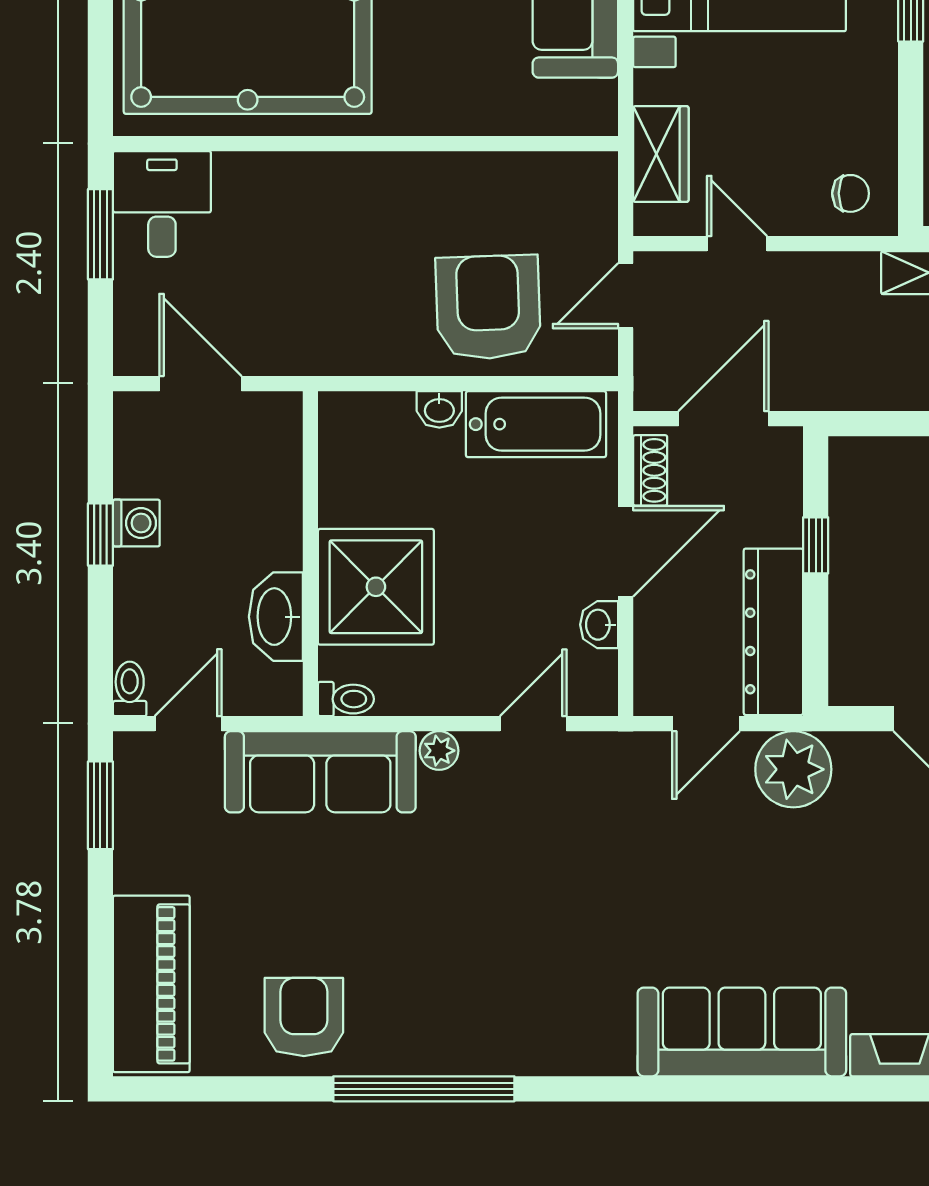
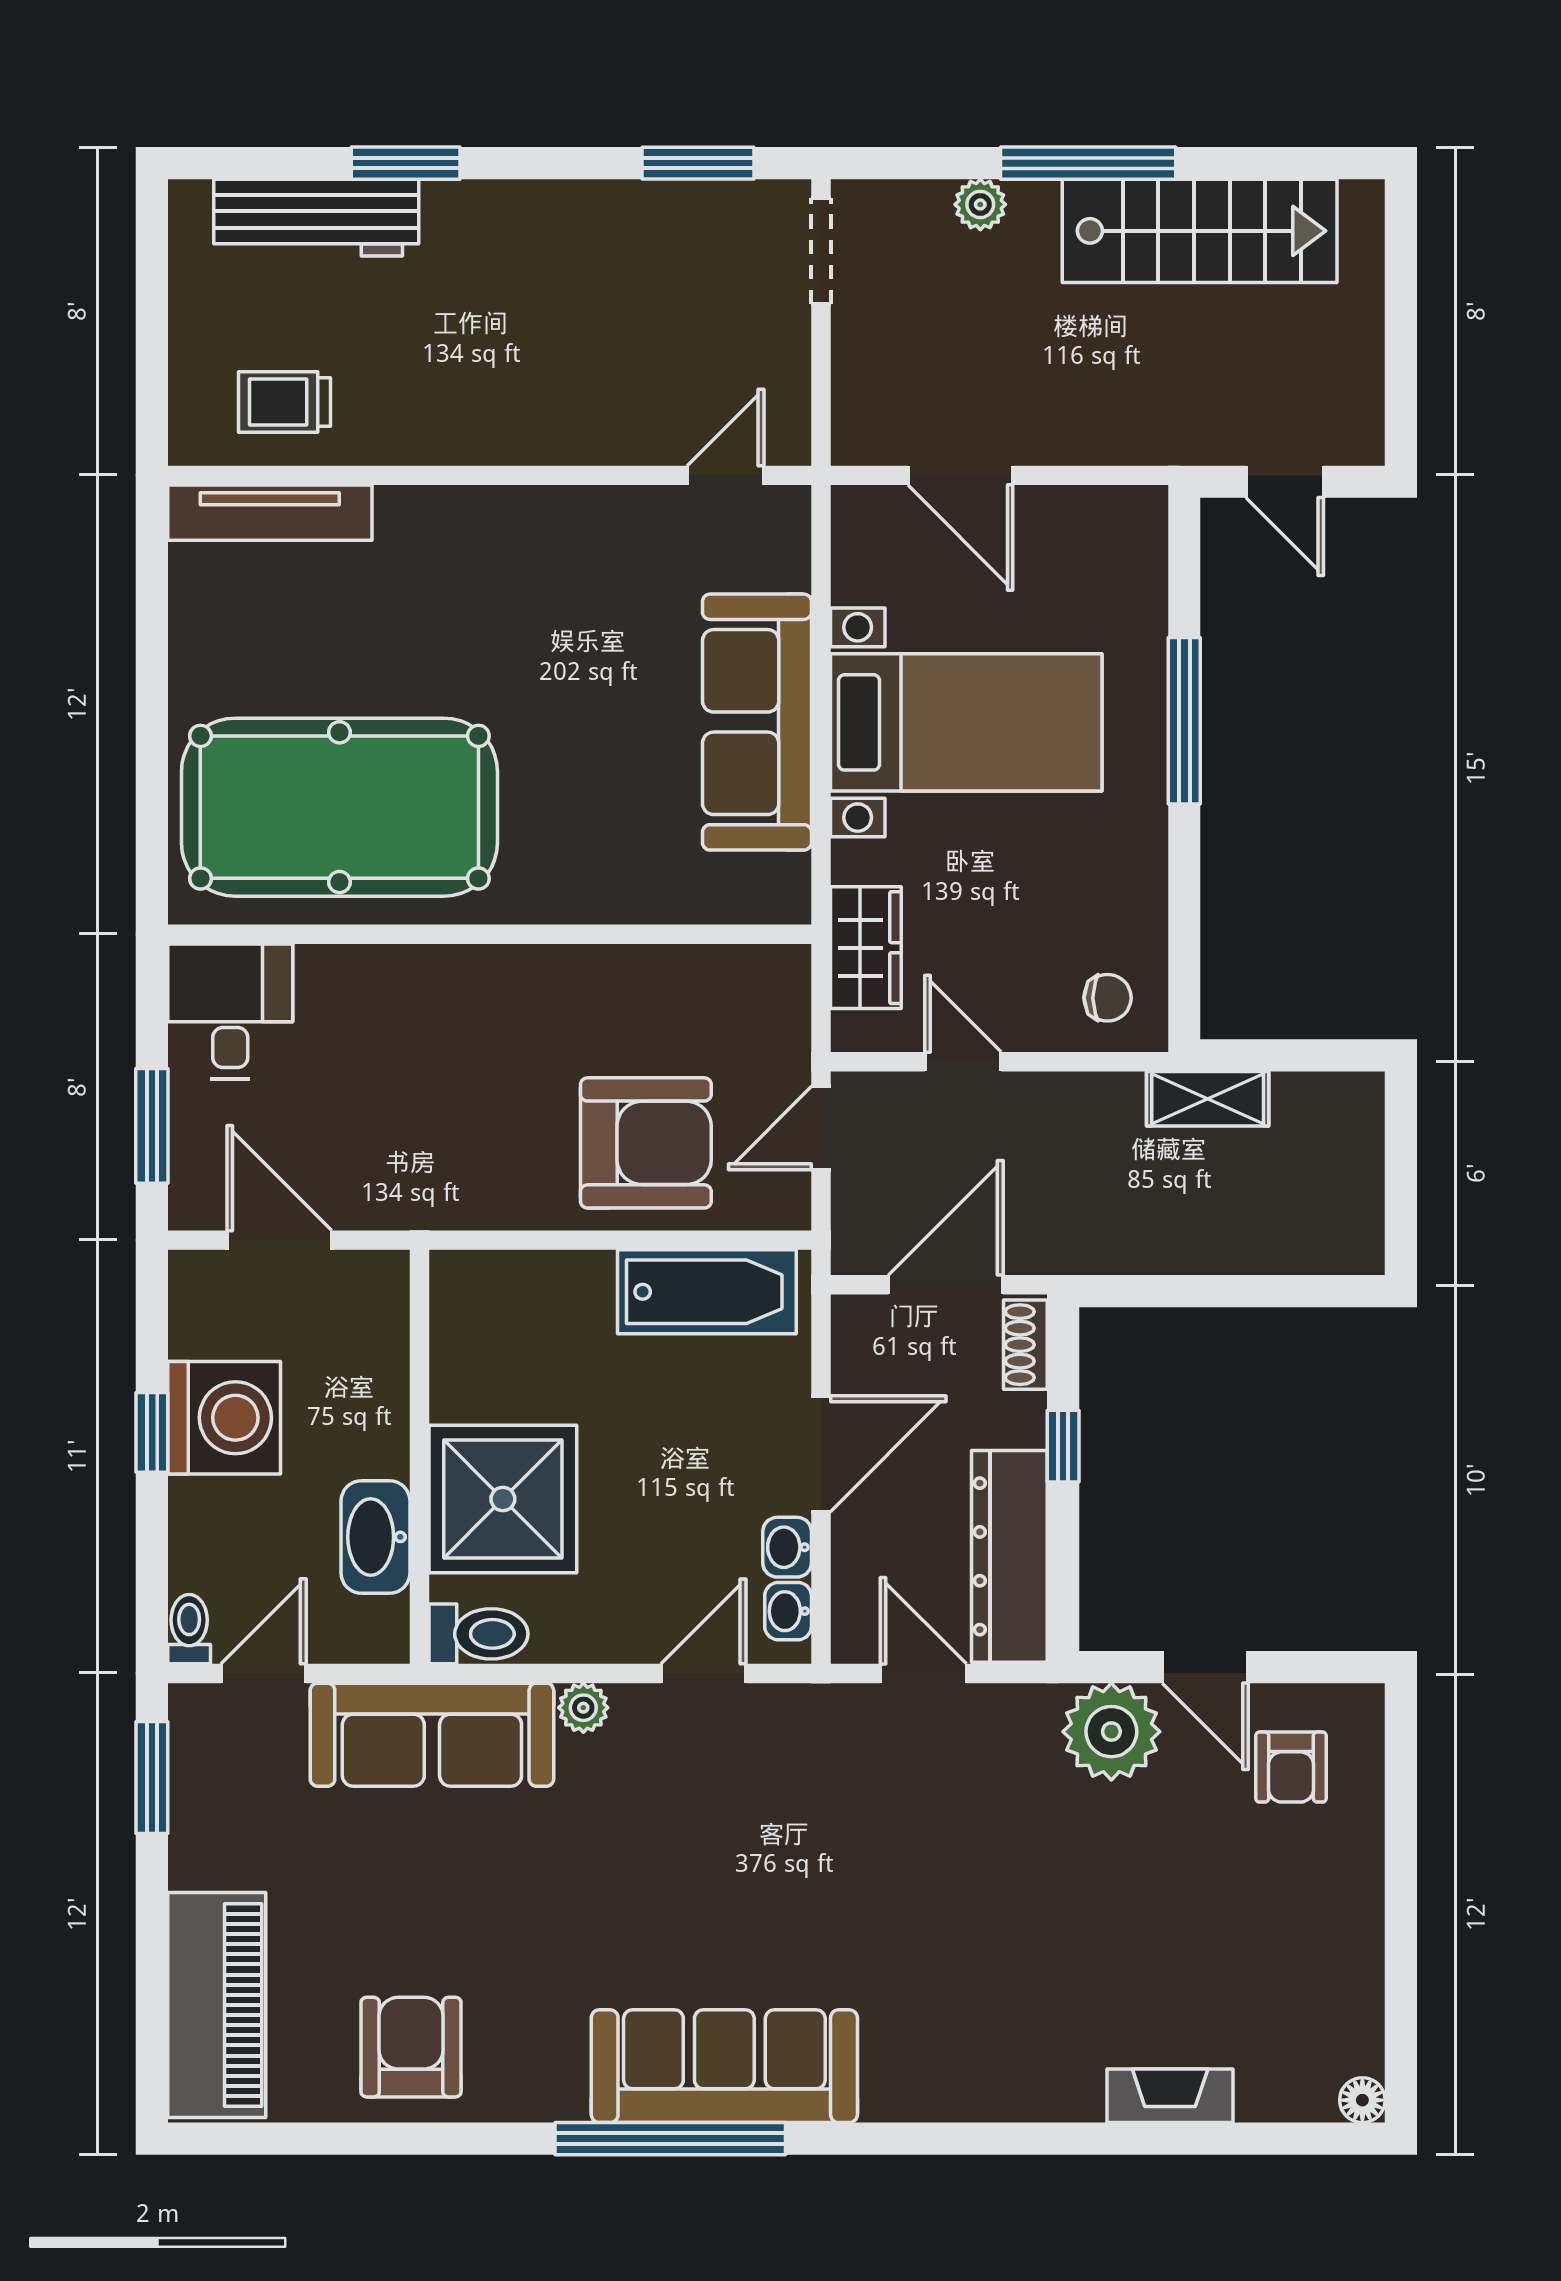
window: (100, 234) -> (152, 1126), moved
armchair: (488, 307) -> (646, 1143), turned 92
washbasin: (439, 409) -> (788, 1611), moved, turned 90
shoe rack: (650, 470) -> (1025, 1345), moved, turned 180
washing machine: (136, 523) -> (224, 1418), width x1.89, depth x1.89
toilet: (346, 699) -> (478, 1634), width x1.37, depth x1.39
door: (706, 724) -> (923, 1673), swing flipped
plant: (793, 769) -> (1111, 1732), moved
sofa: (742, 1032) -> (724, 2066), moved
window: (424, 1089) -> (670, 2139), moved

